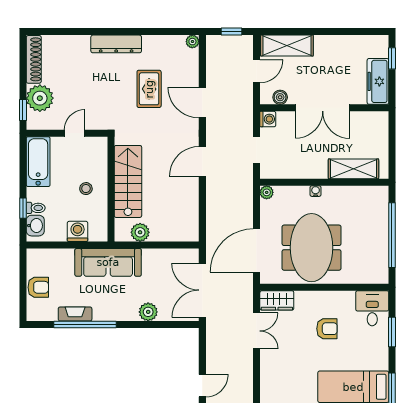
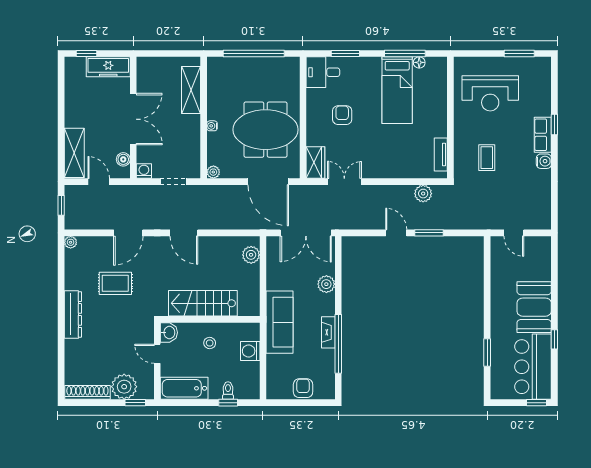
washbasin: (35, 226) -> (169, 333), moved, turned 90
plant: (140, 232) -> (251, 255), moved
fireplace: (75, 314) -> (328, 332), moved

